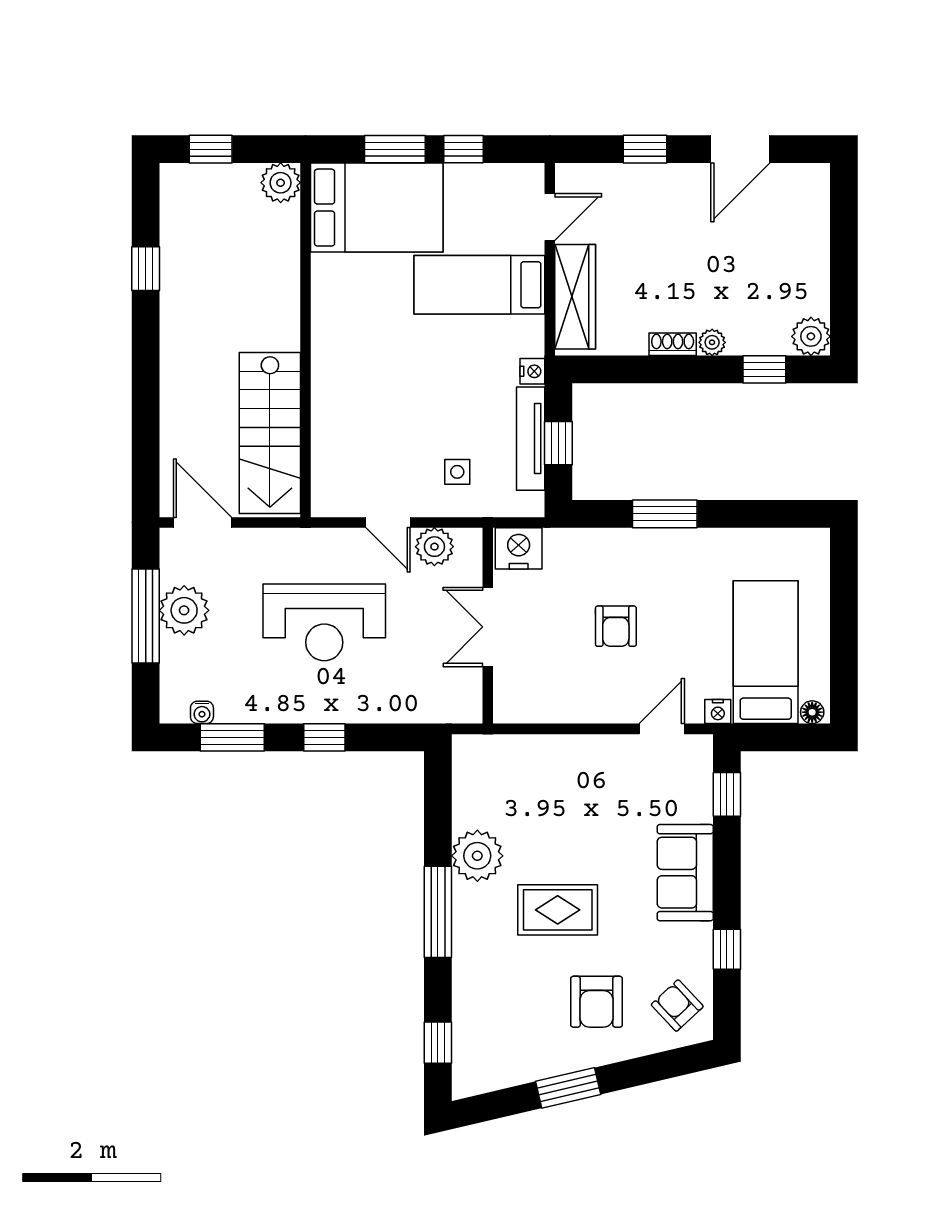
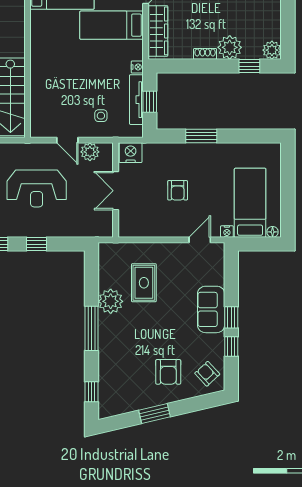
plant: (712, 342) -> (230, 47), width x1.88, depth x1.88
window: (727, 794) -> (231, 317), moved
rug: (558, 910) -> (144, 283), moved, turned 90

